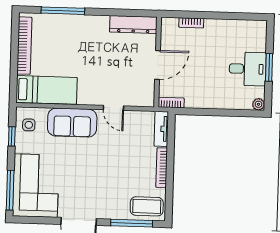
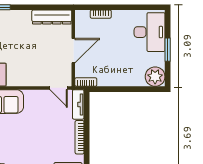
desk: (248, 69) -> (150, 32), moved, width x1.37
plant: (258, 104) -> (155, 77), width x1.87, depth x1.87
door: (113, 108) -> (59, 88), moved

